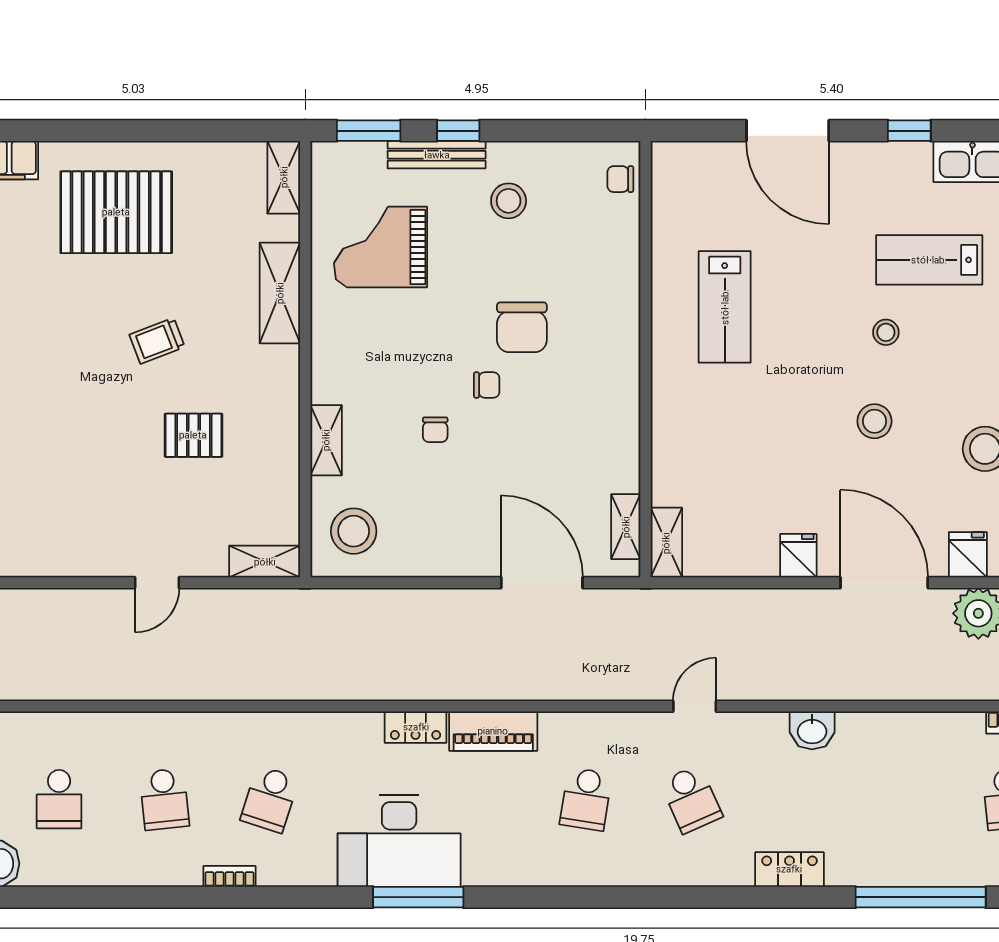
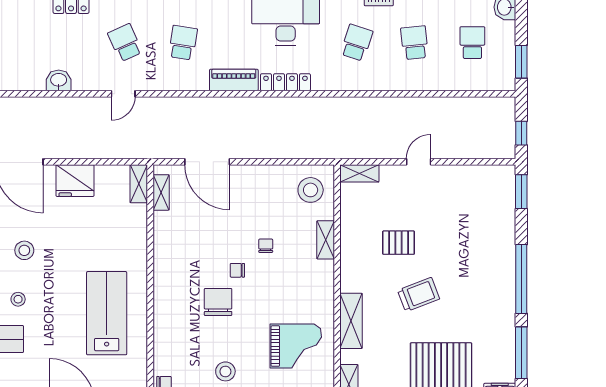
lab bench: (725, 307) -> (107, 313), width x1.36, depth x1.39
trolley: (157, 341) -> (419, 295), width x1.36, depth x1.39
fridge: (798, 556) -> (75, 181), width x1.88, depth x1.34
locker: (416, 727) -> (285, 82), width x1.53

